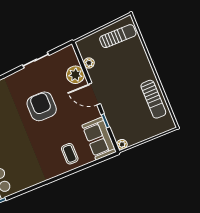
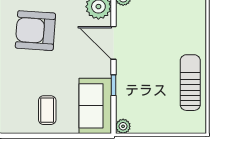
sun lounger: (153, 99) -> (190, 83), turned 180
armchair: (42, 106) -> (35, 31), turned -86

